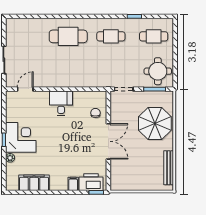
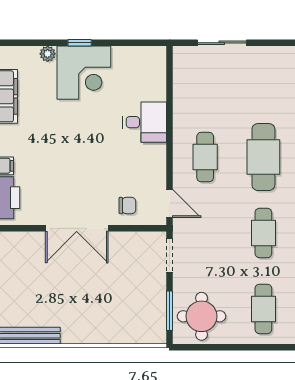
cafe table: (68, 69) -> (205, 157), added
door: (25, 89) -> (170, 203), moved
desk: (61, 103) -> (145, 122), moved
parasol: (155, 124) -> (109, 311), removed

